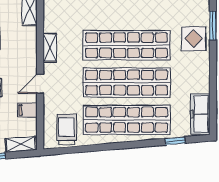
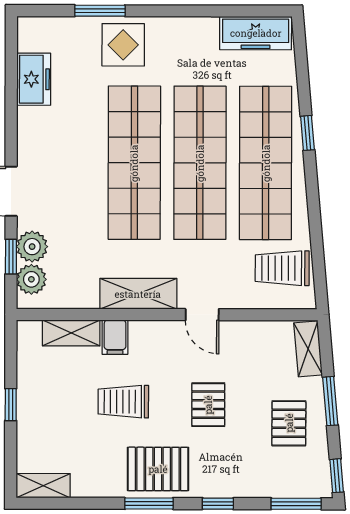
shelving: (50, 48) -> (138, 294), width x1.50, depth x1.33
filing cabinet: (27, 110) -> (115, 337), moved
window: (175, 141) -> (307, 133), moved

